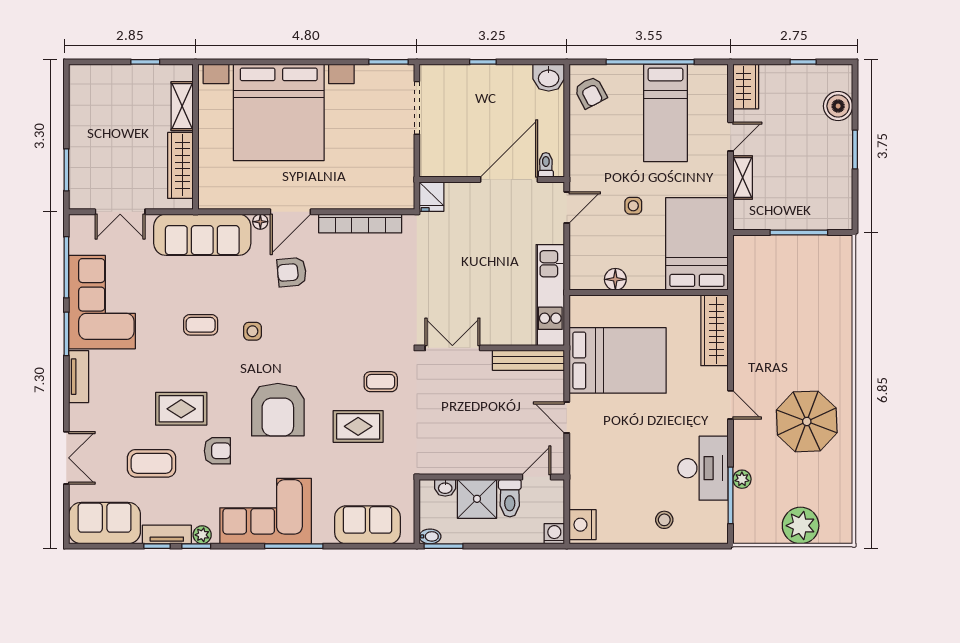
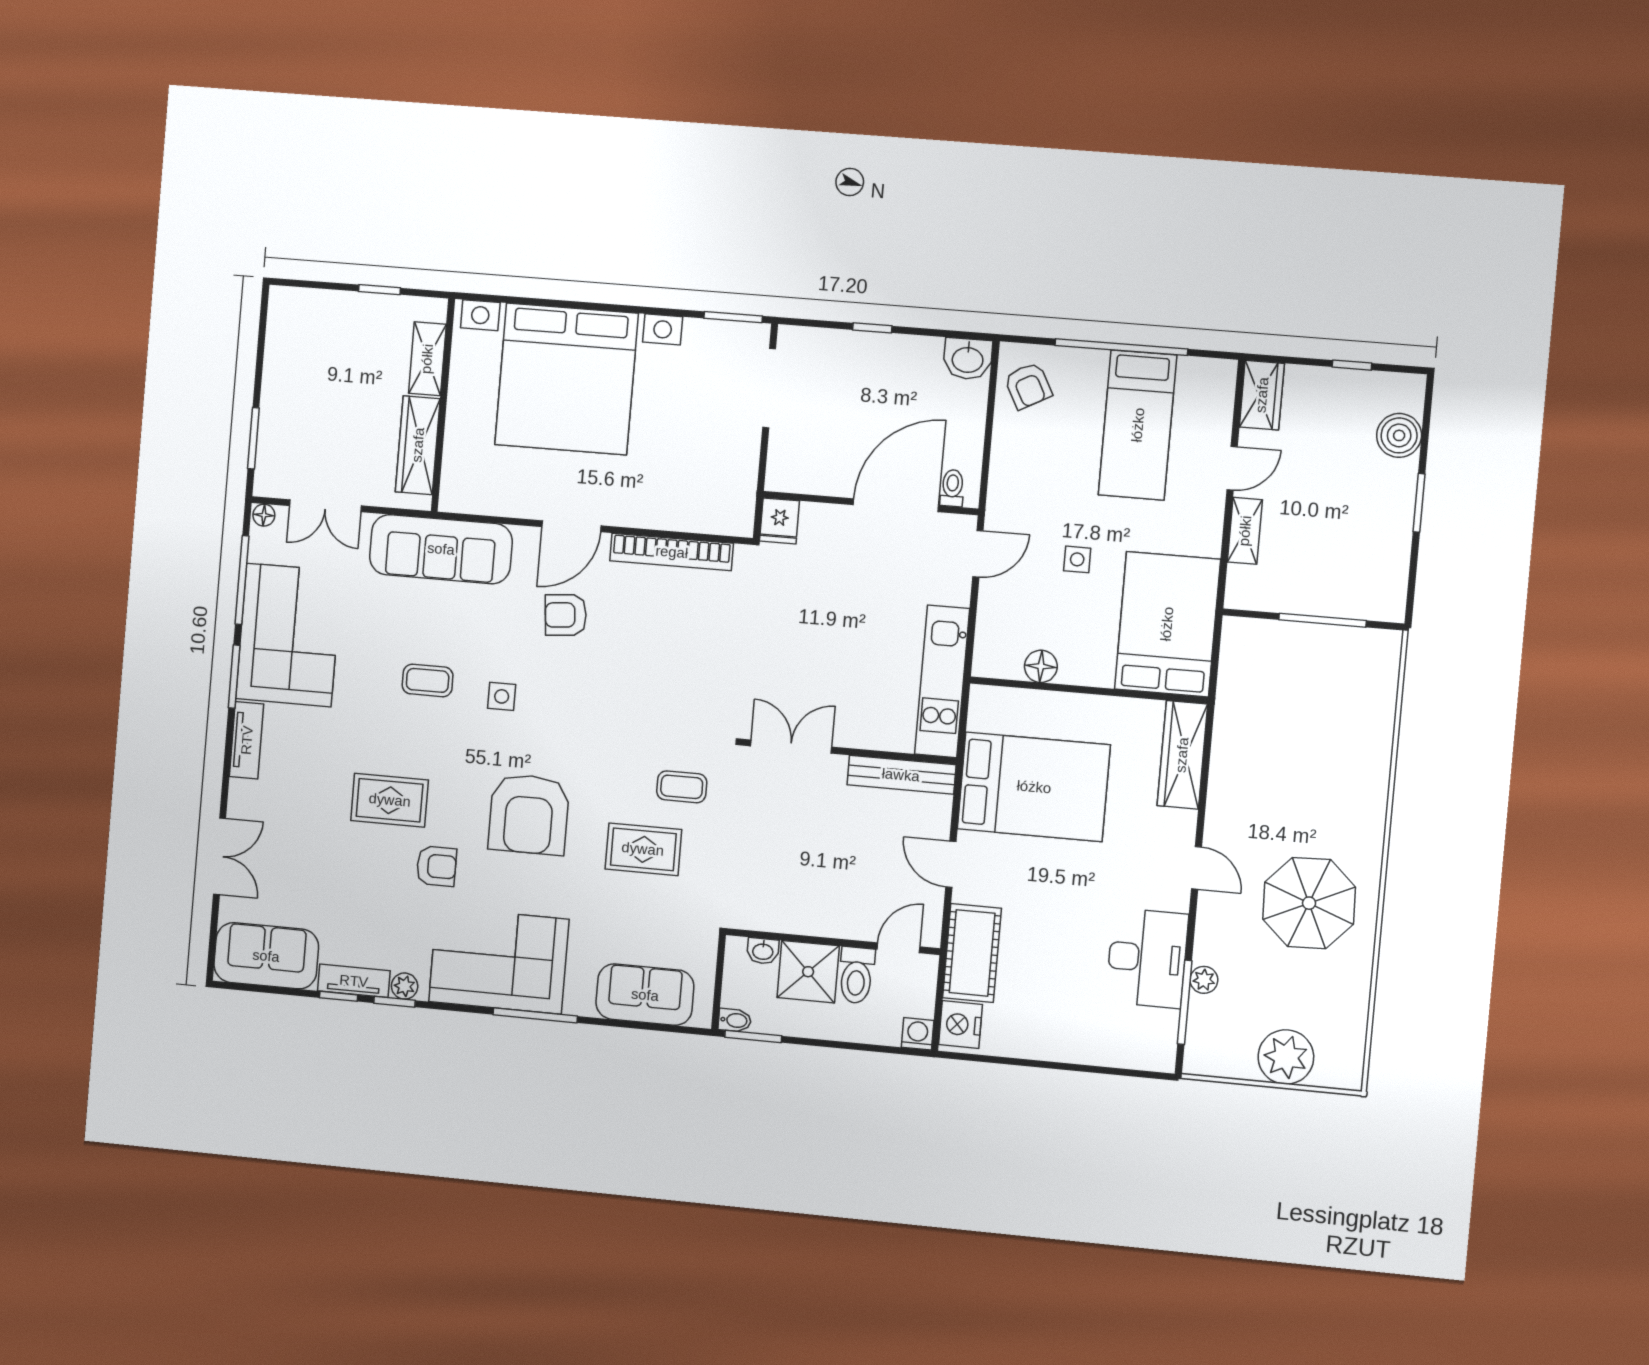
floor lamp: (260, 222) -> (264, 515), moved
coffee table: (152, 463) -> (340, 876), removed
cot: (586, 476) -> (972, 953), added
stool: (664, 520) -> (1082, 1029), removed

